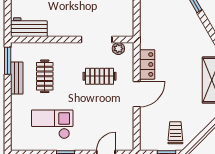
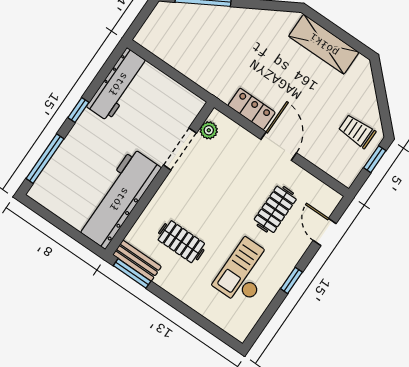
workbench: (29, 27) -> (119, 199), width x1.88, depth x1.32
clothes rail: (100, 76) -> (275, 209), moved
bench: (17, 78) -> (137, 261), moved

